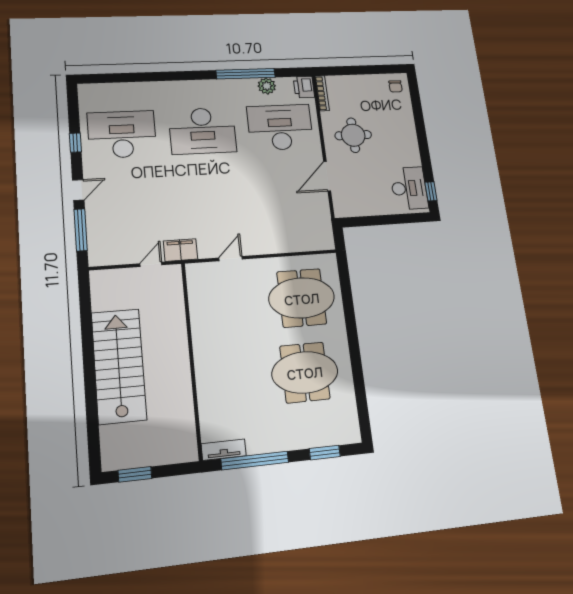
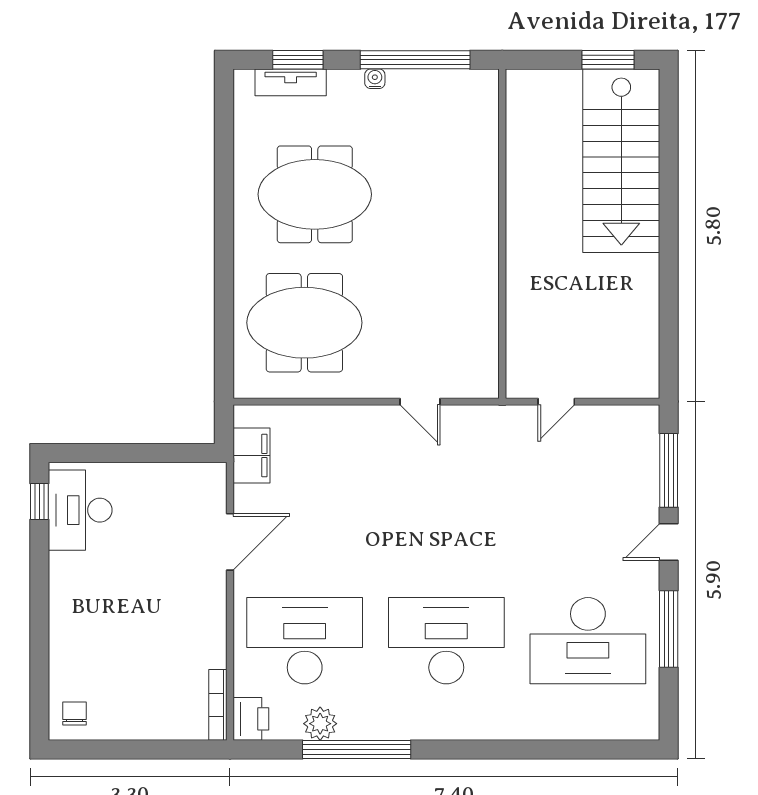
desk: (280, 127) -> (305, 641), turned 180
round table: (353, 135) -> (170, 619), removed
window: (75, 143) -> (669, 629), width x2.17
filing cabinet: (180, 250) -> (251, 455), moved, turned -90
door: (231, 259) -> (420, 402), hinge flipped
stairs: (119, 366) -> (621, 161), moved
water cooler: (278, 446) -> (375, 79), added
tv unit: (224, 450) -> (291, 82), moved

